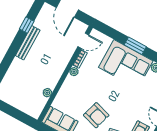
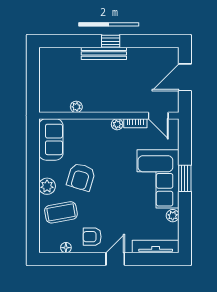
window: (27, 25) -> (111, 41), moved
bench: (28, 43) -> (104, 53), moved

